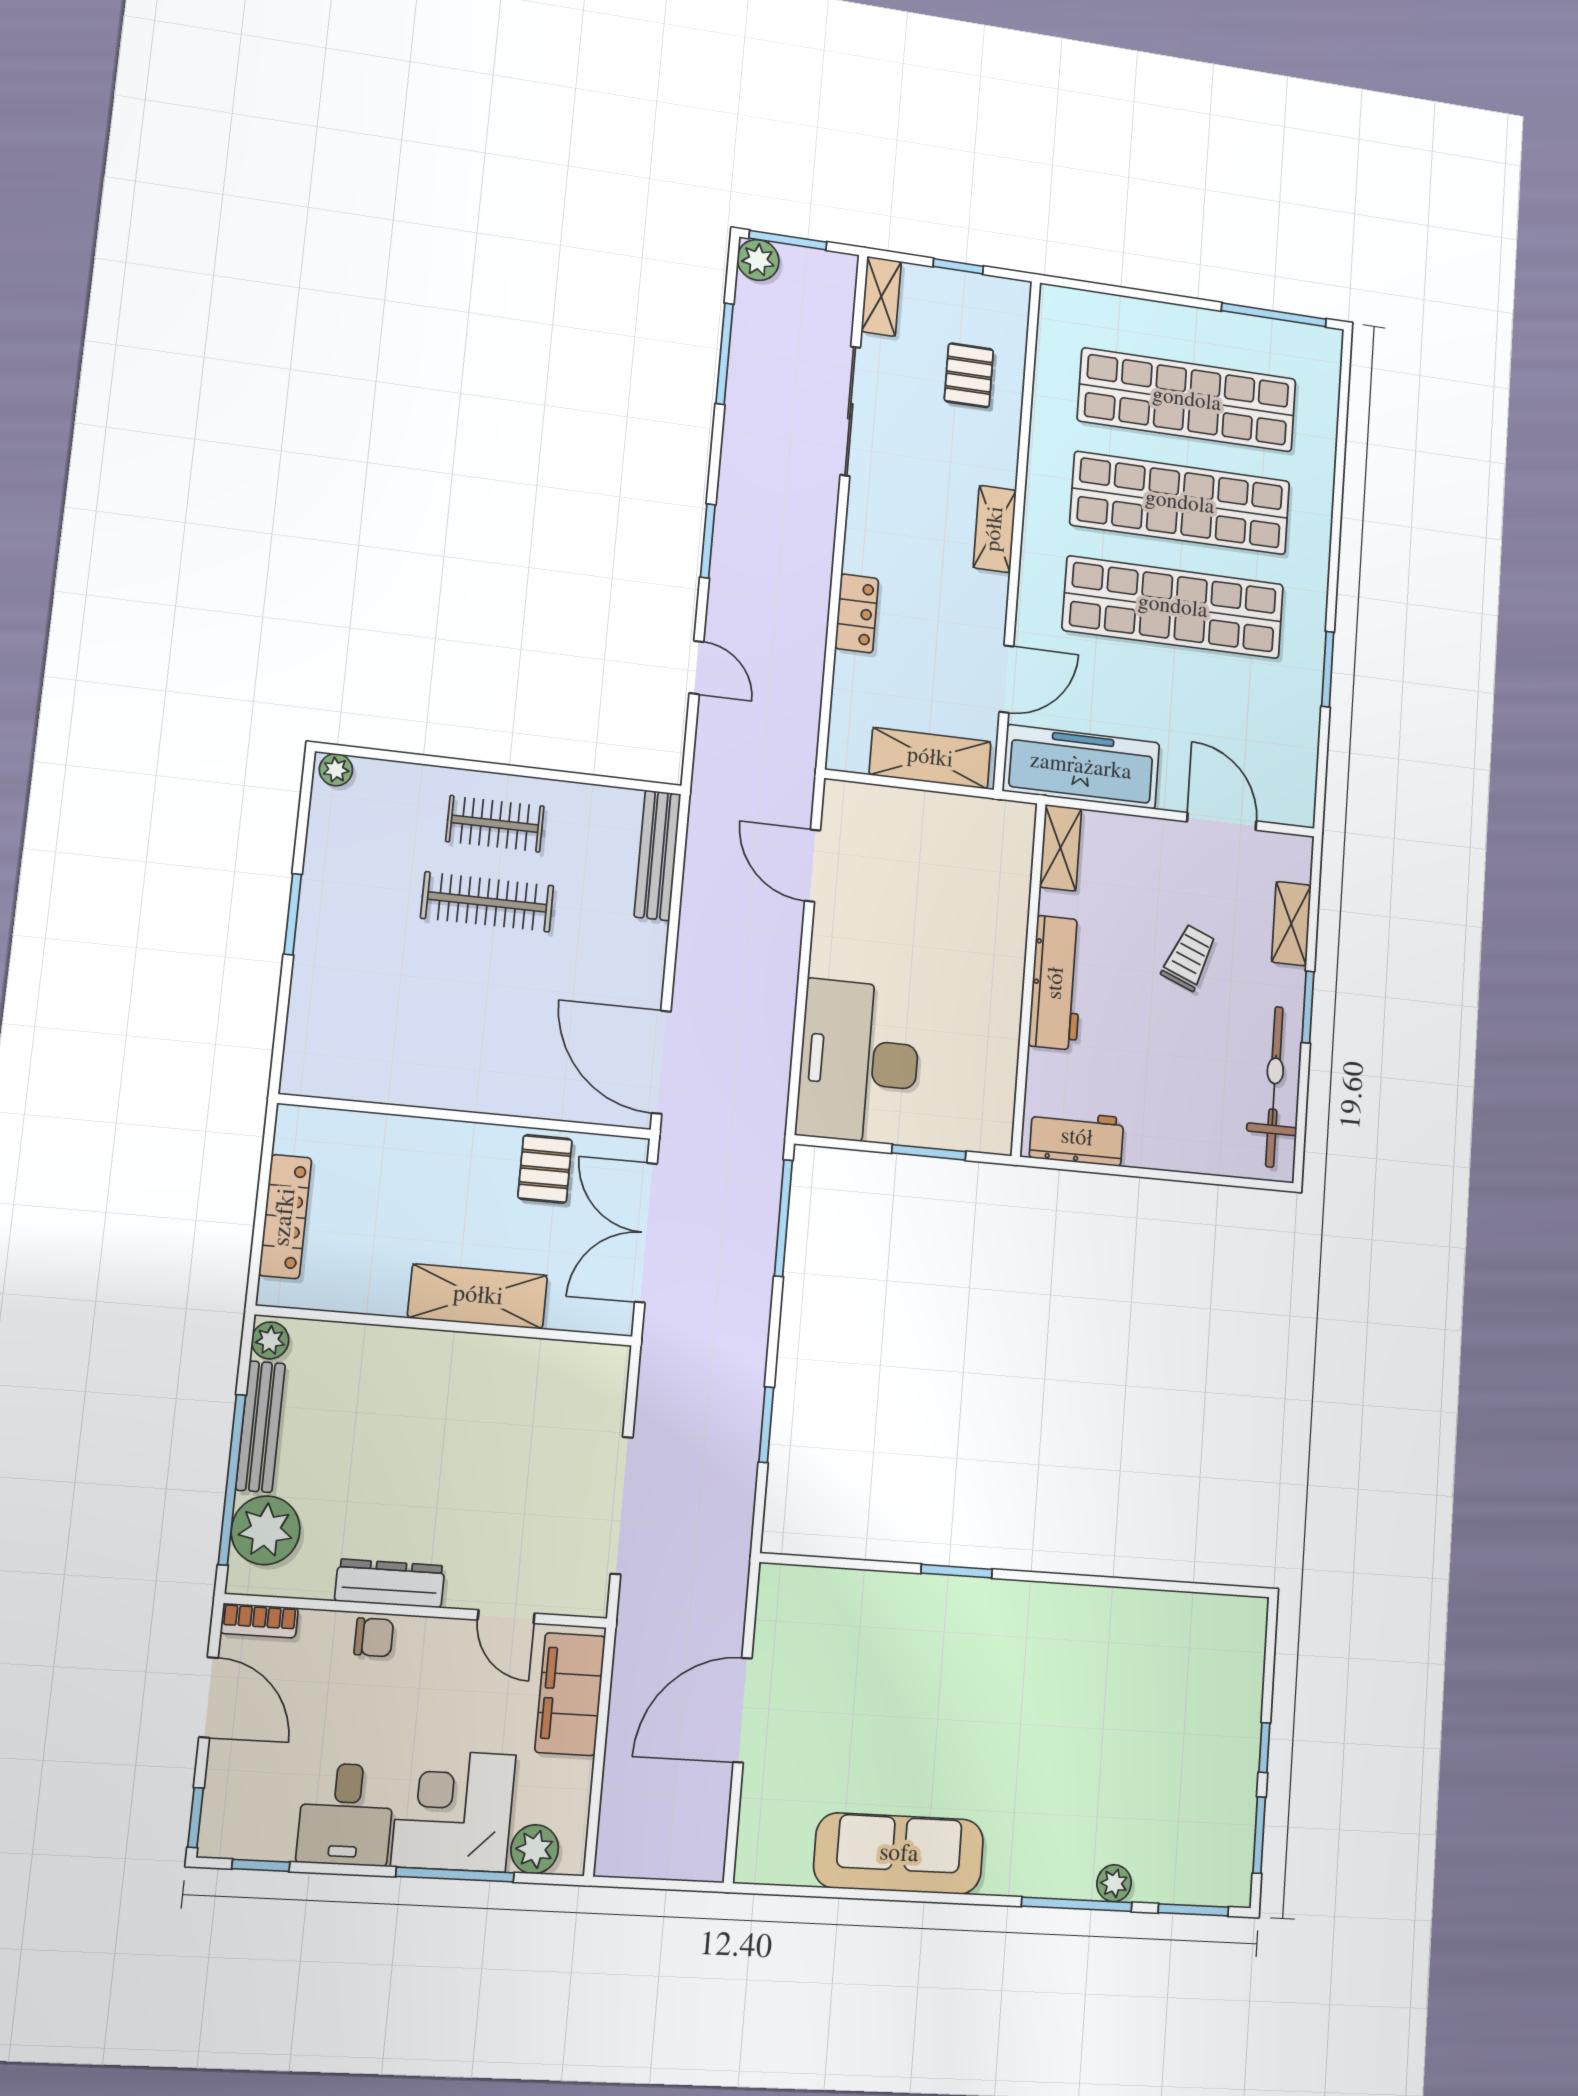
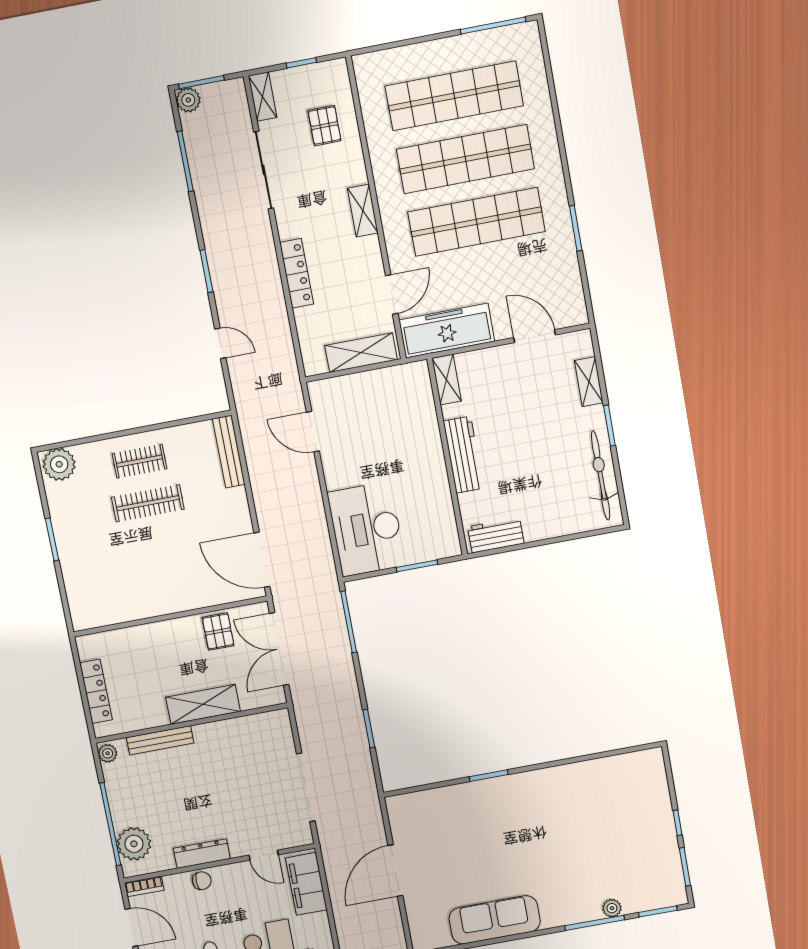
locker: (857, 613) -> (297, 273), width x1.53
plant: (336, 770) -> (59, 464), width x1.88, depth x1.88
trolley: (1189, 958) -> (534, 418), removed
bench: (260, 1427) -> (160, 740), moved, turned 90

